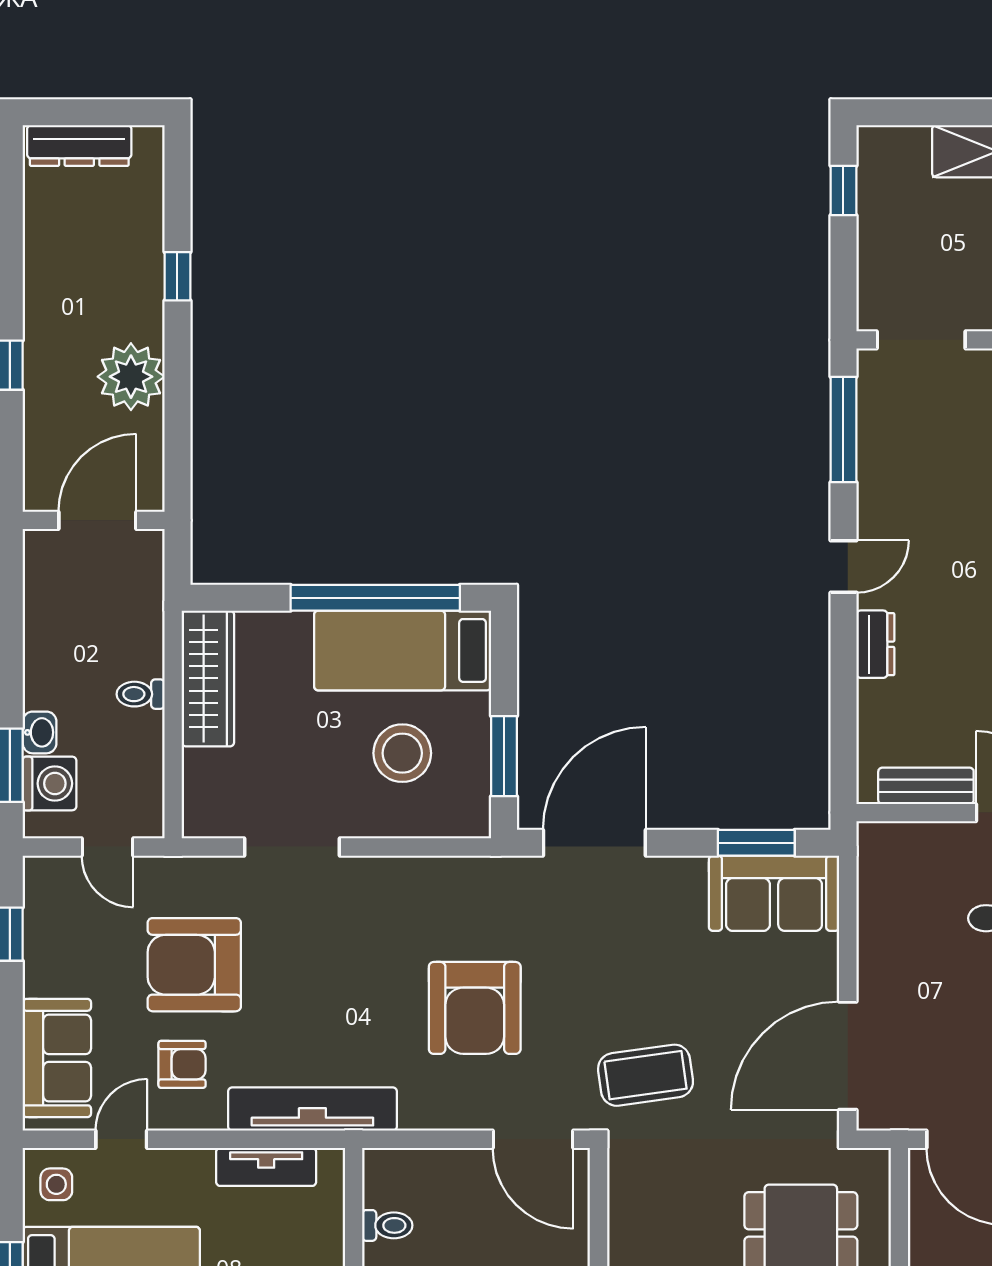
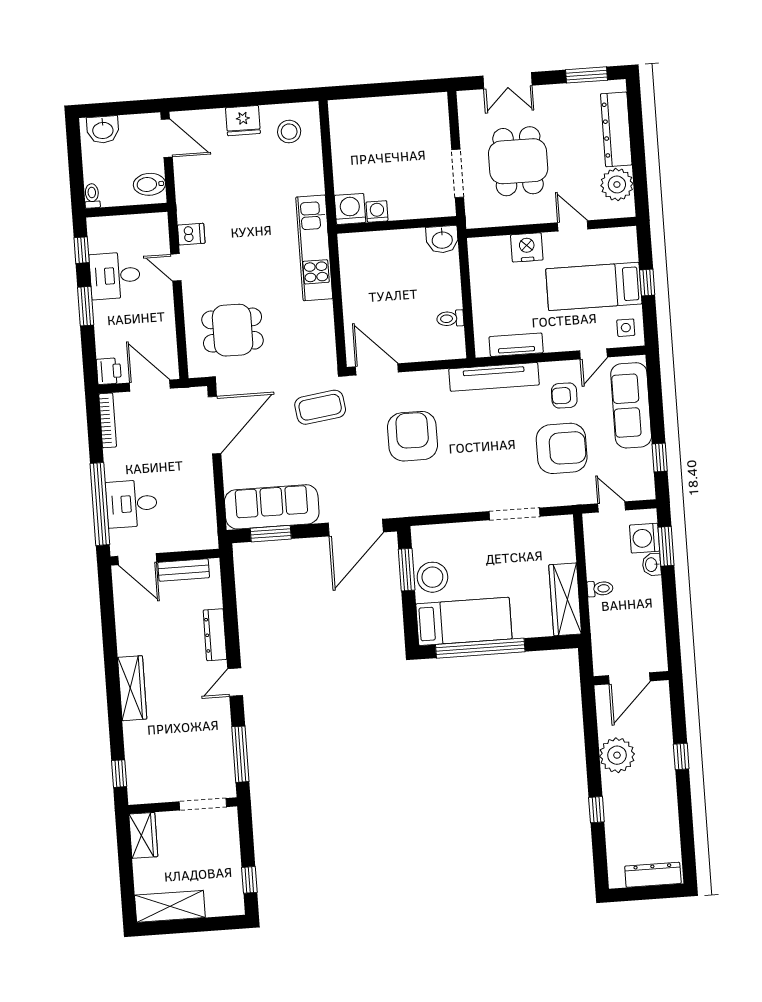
dresser: (875, 644) -> (215, 635), width x1.44
stool: (402, 753) -> (432, 577), moved
sofa: (774, 893) -> (272, 507), width x1.36
sofa: (57, 1058) -> (631, 405), width x1.36

